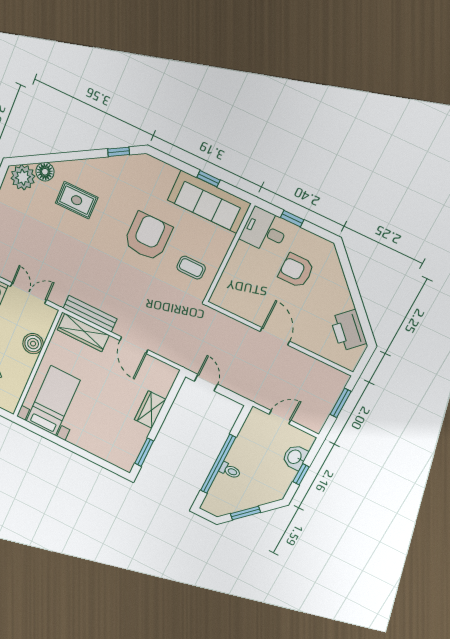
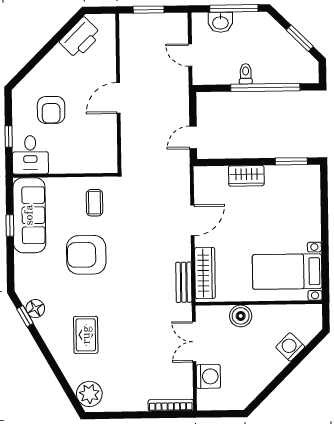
floor lamp: (45, 172) -> (35, 309), moved
bench: (90, 314) -> (184, 282), width x0.73
toilet: (230, 471) -> (246, 74), moved
window: (301, 474) -> (234, 8), width x2.17

